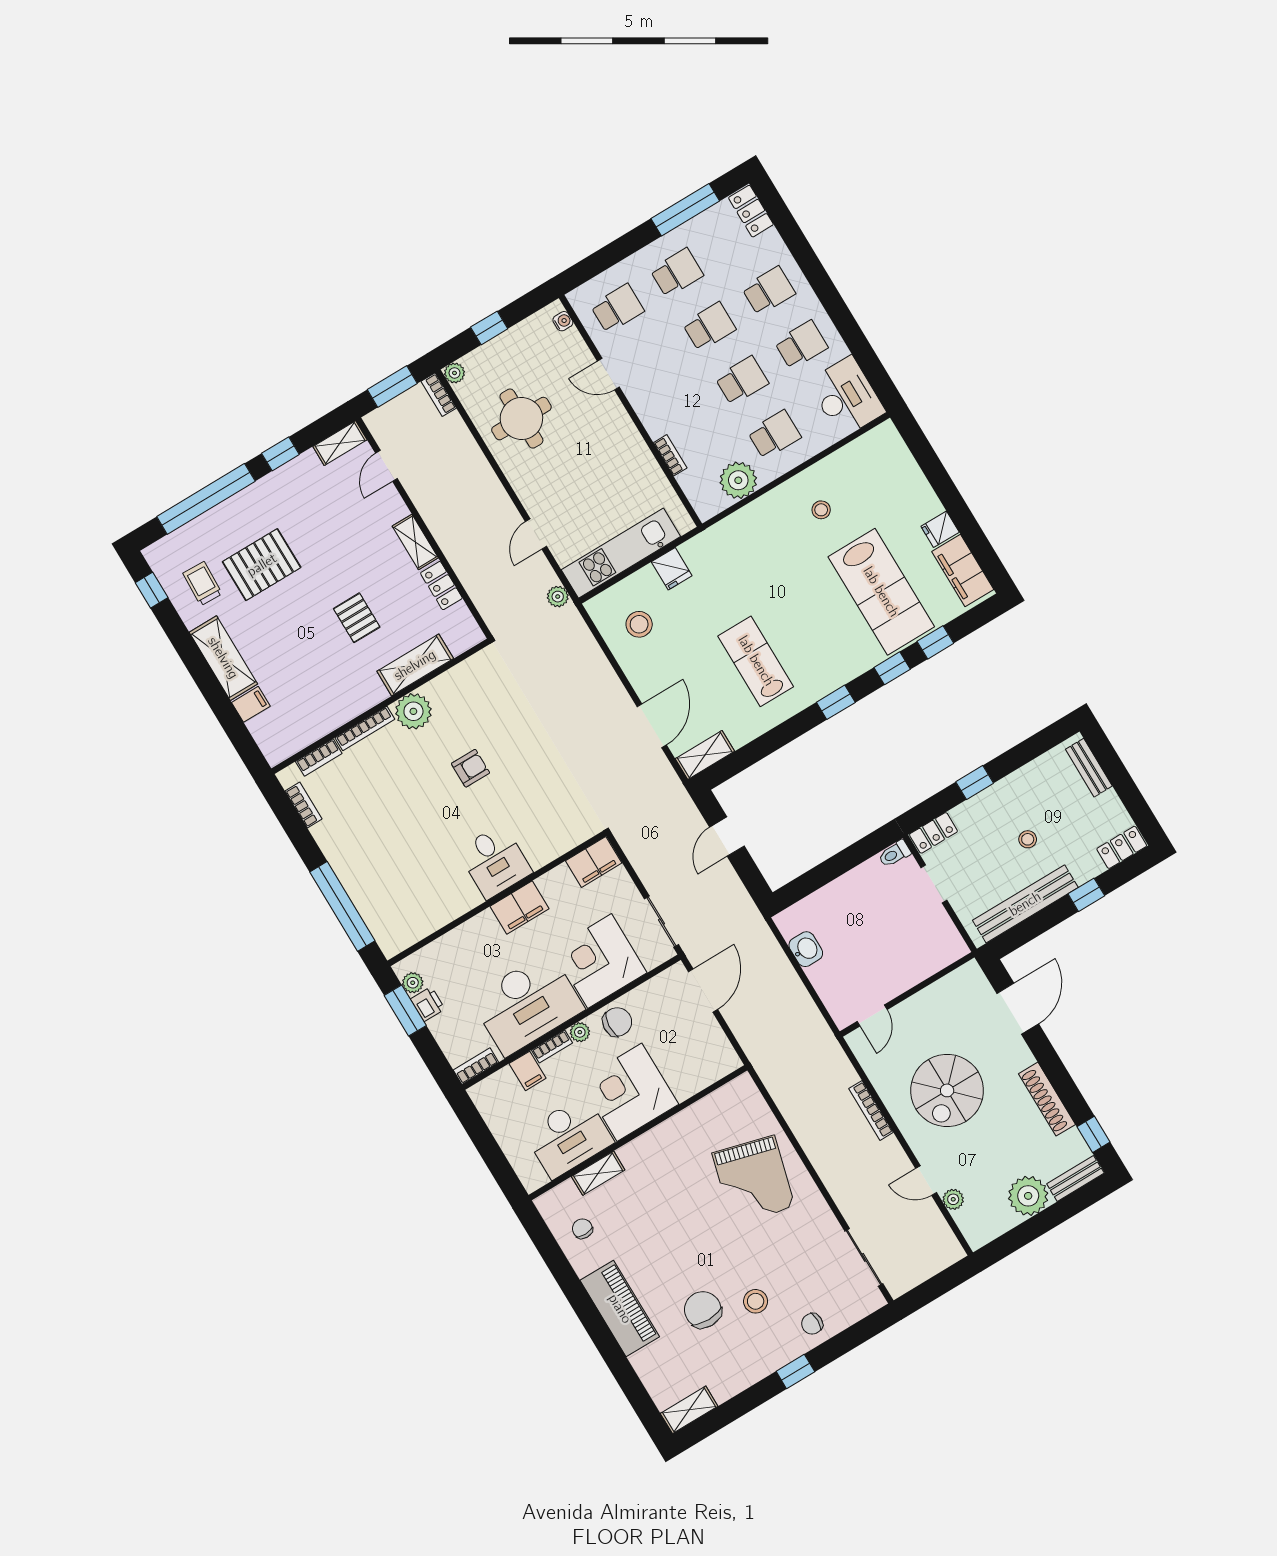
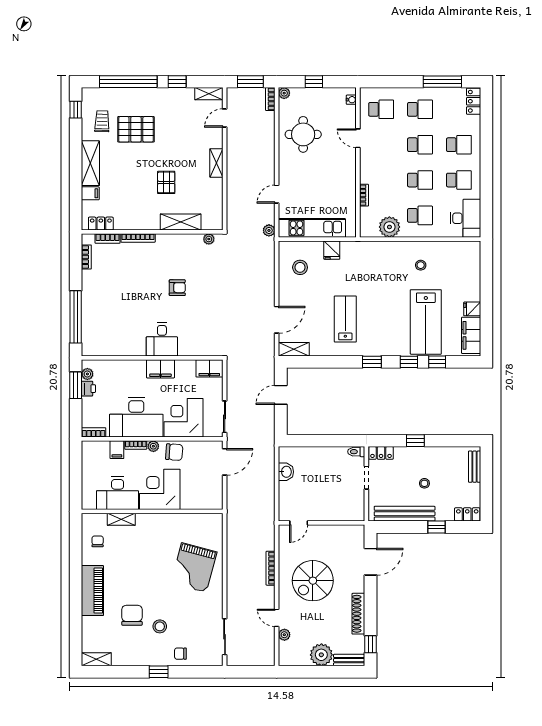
locker: (441, 586) -> (101, 224), moved, turned 90
plant: (413, 711) -> (209, 239), moved, width x0.53, depth x0.53

